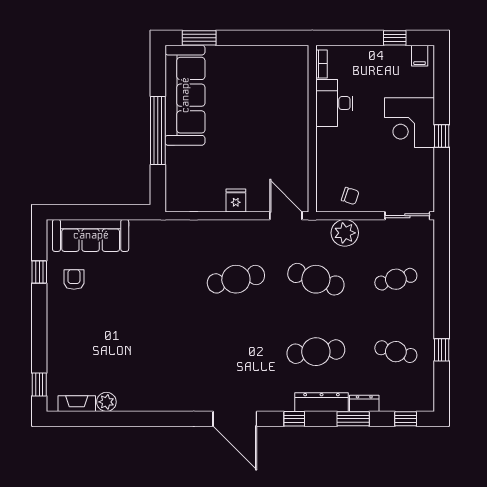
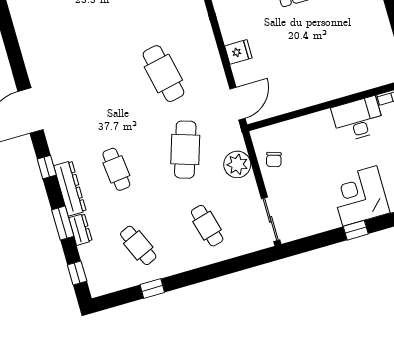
cafe table: (316, 352) -> (116, 169), width x0.73, depth x0.74
cafe table: (396, 352) -> (138, 245), turned -39

